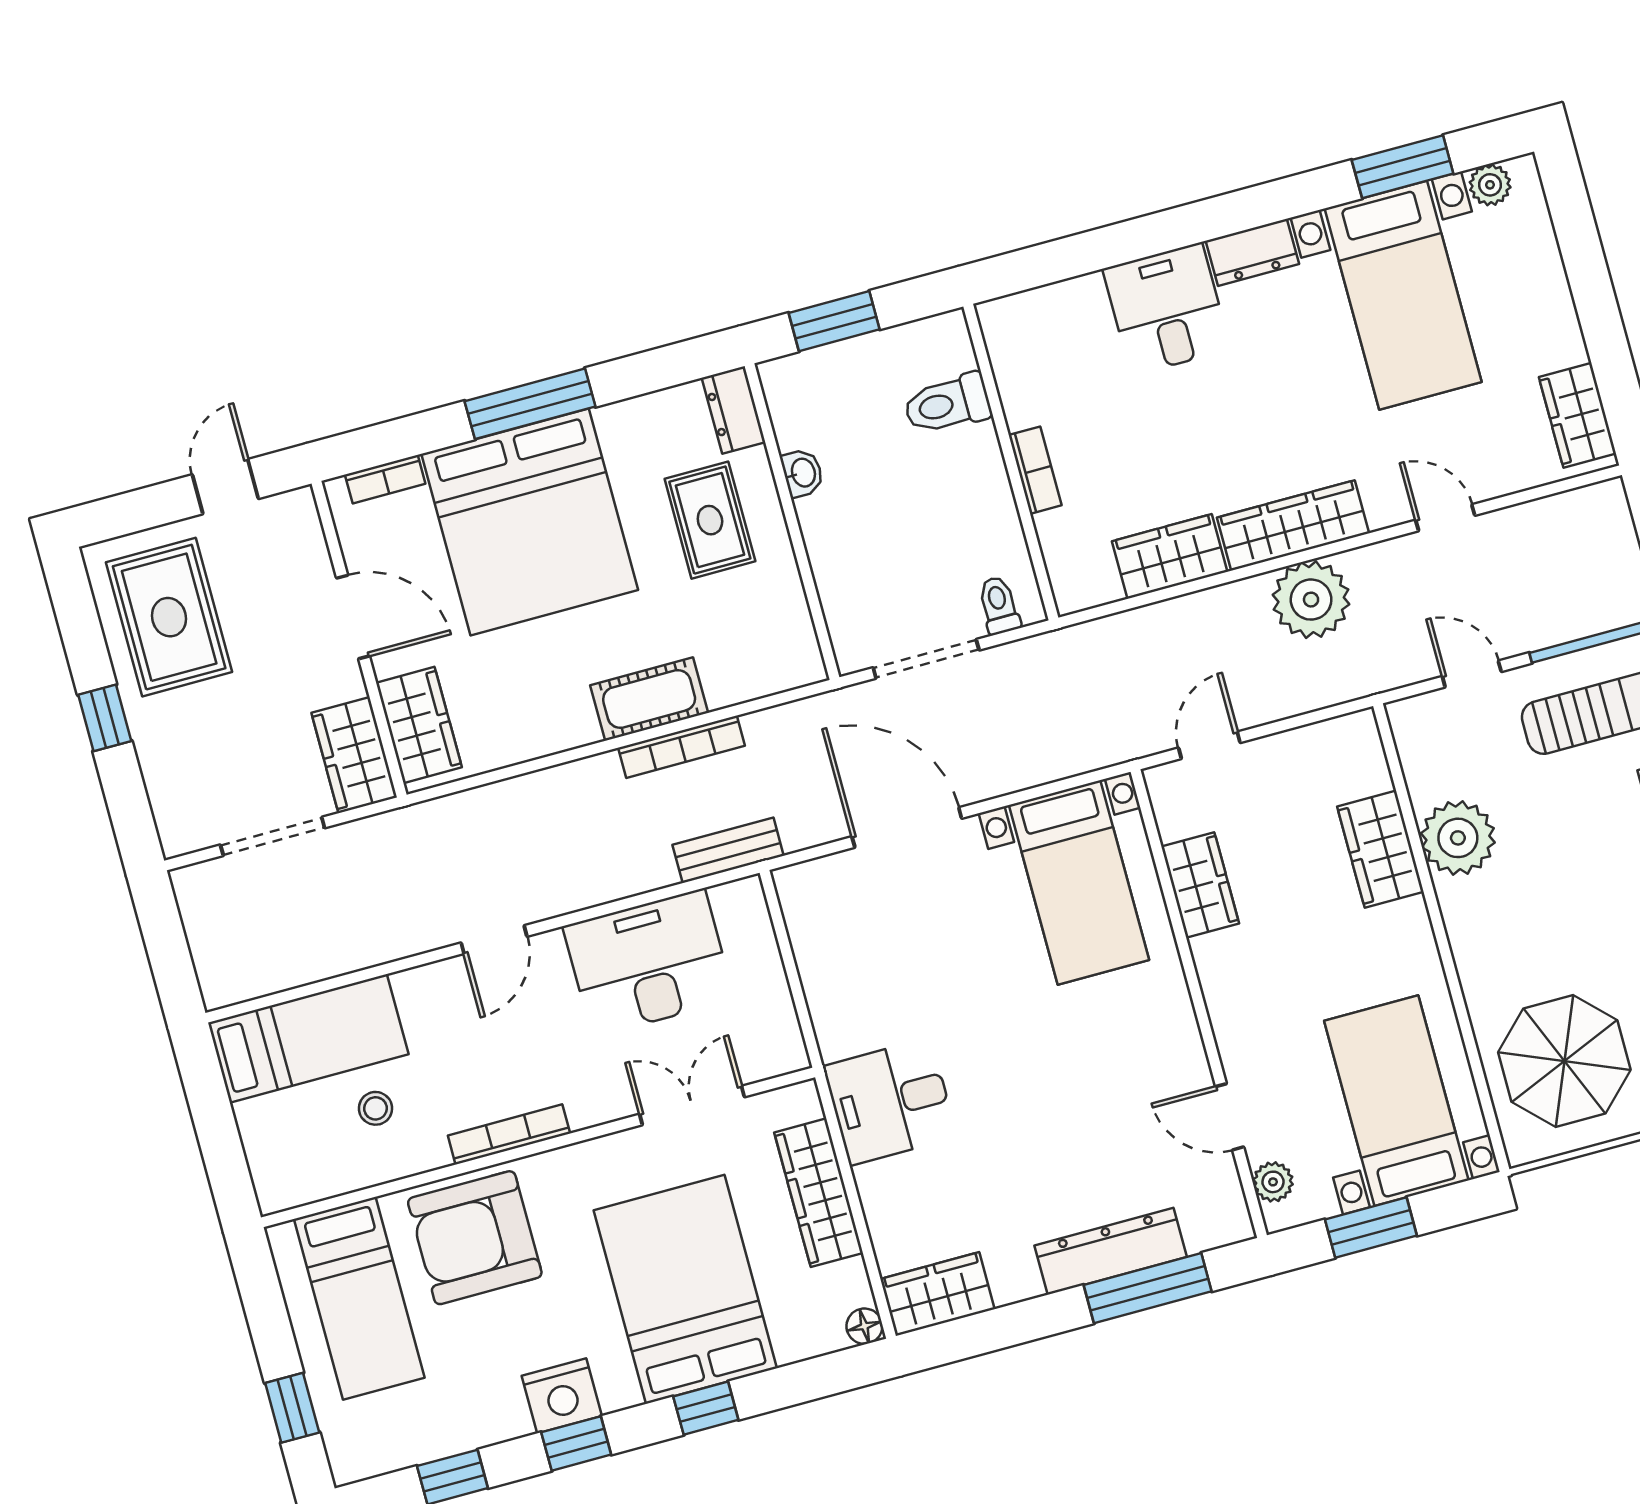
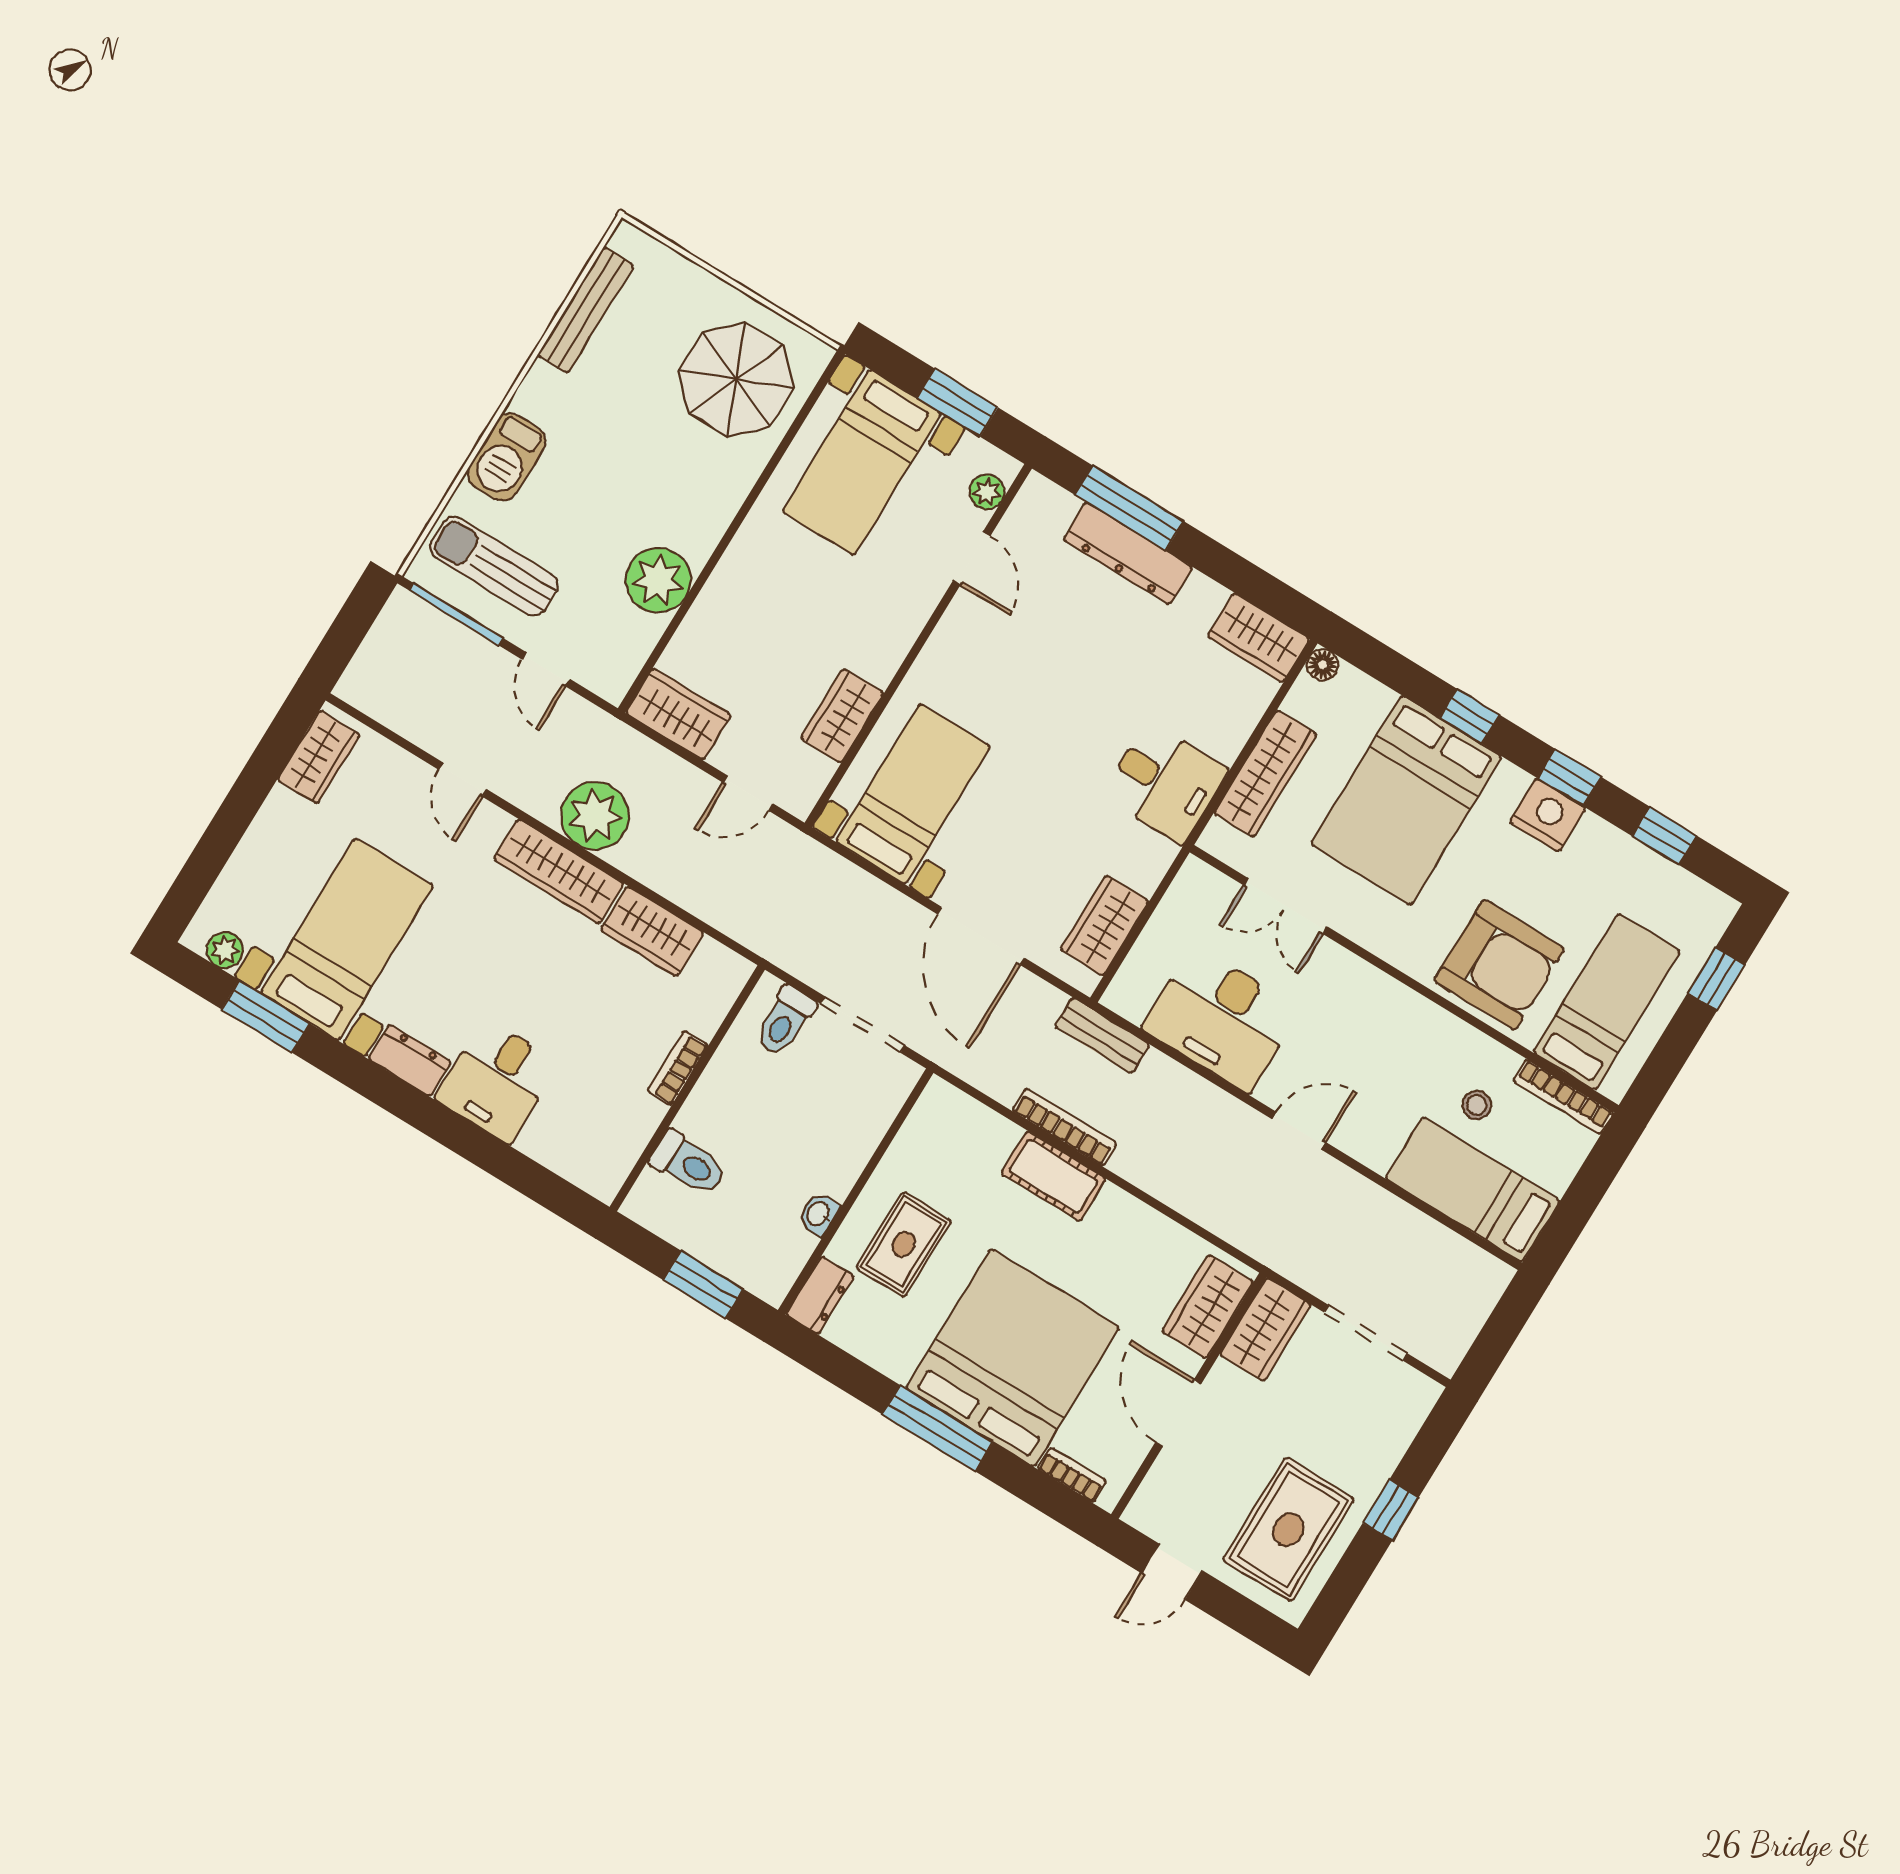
toilet: (999, 605) -> (785, 1021), width x1.37, depth x1.39
wardrobe: (1380, 849) -> (678, 714), moved, turned -90
wardrobe: (818, 939) -> (1105, 925), added
bookcase: (509, 1134) -> (1563, 1097), moved

